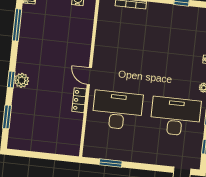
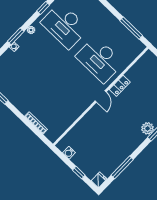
window: (111, 163) -> (131, 28), width x1.44

